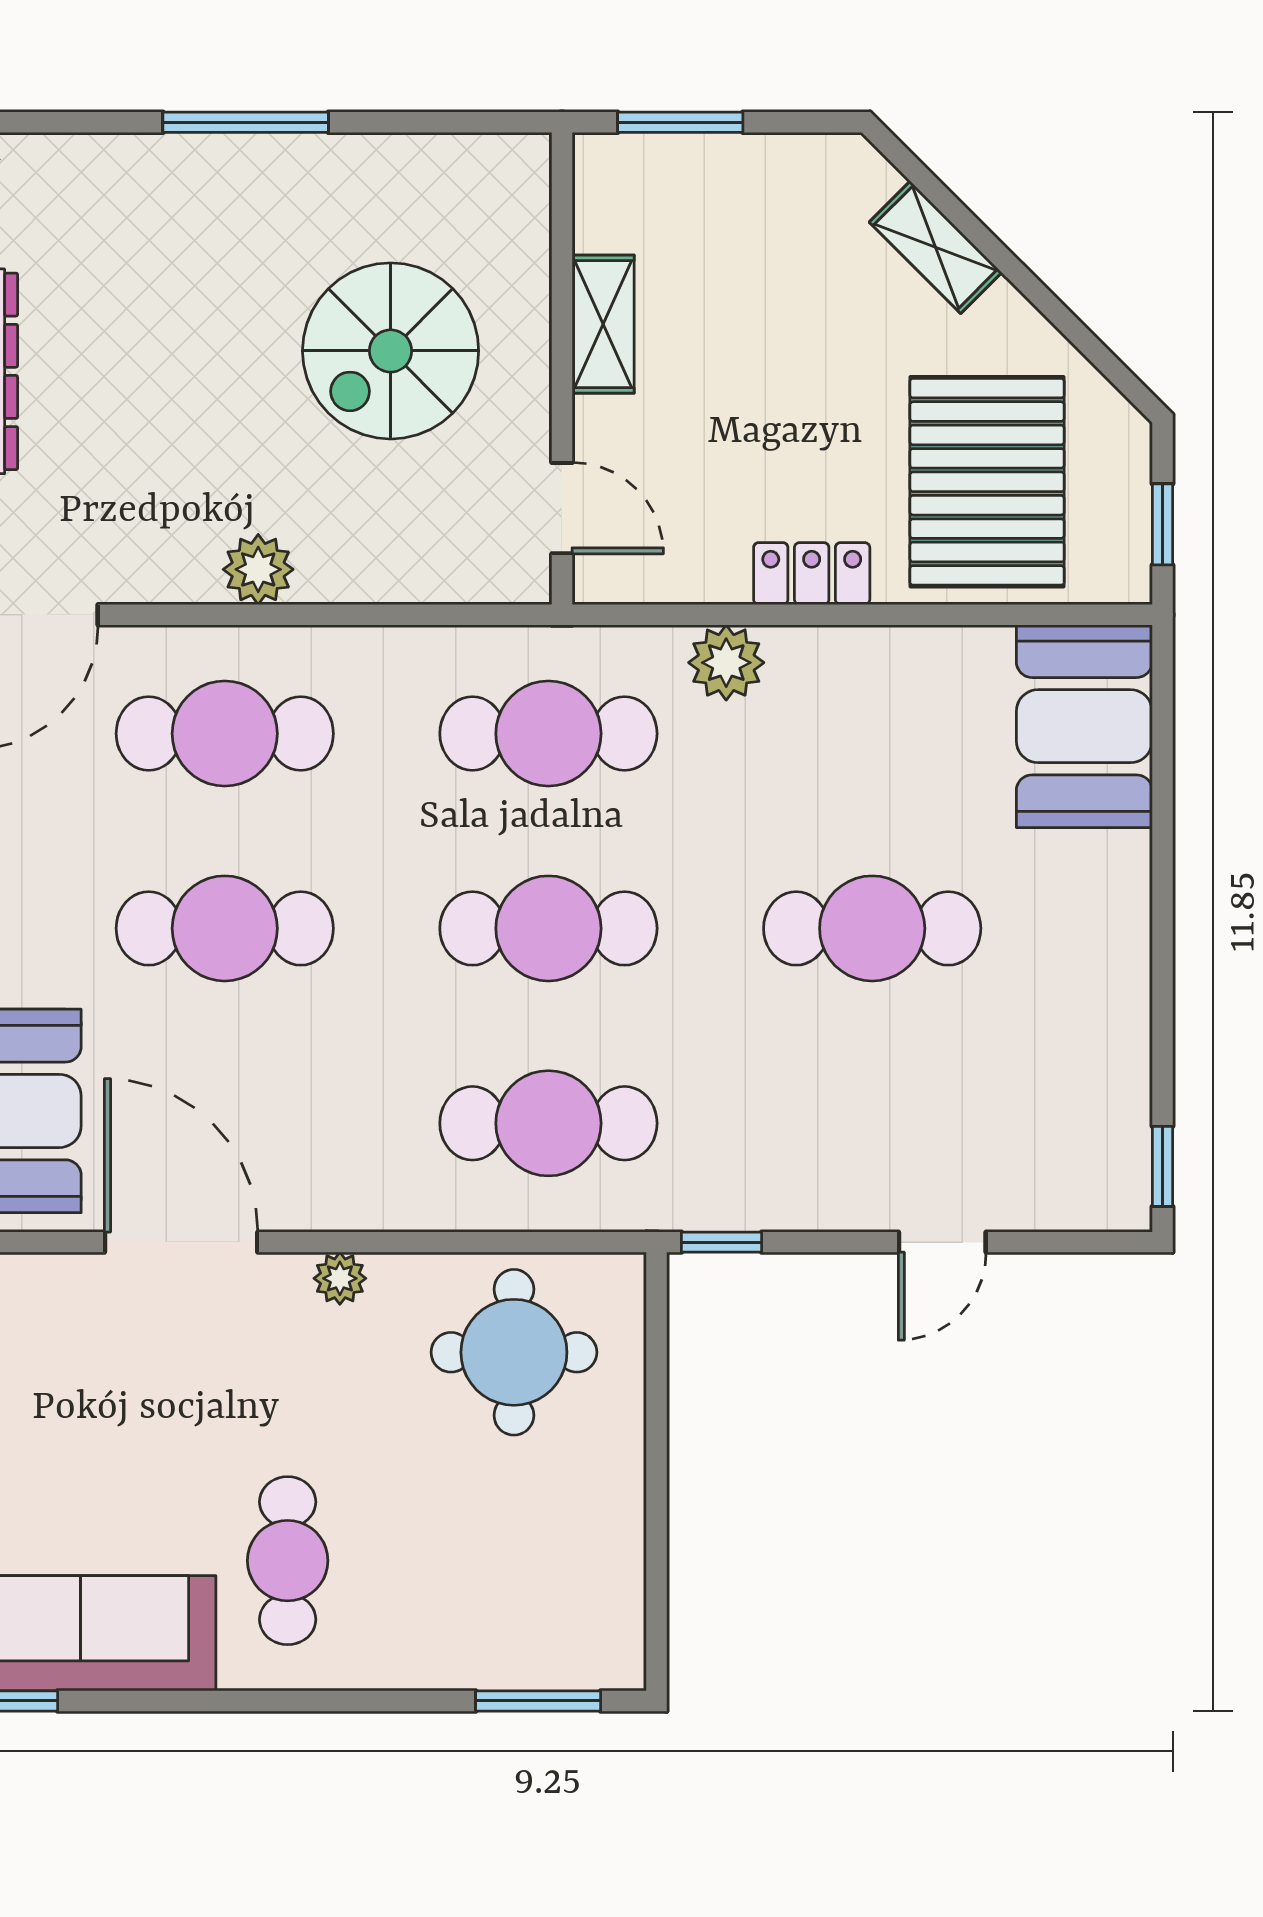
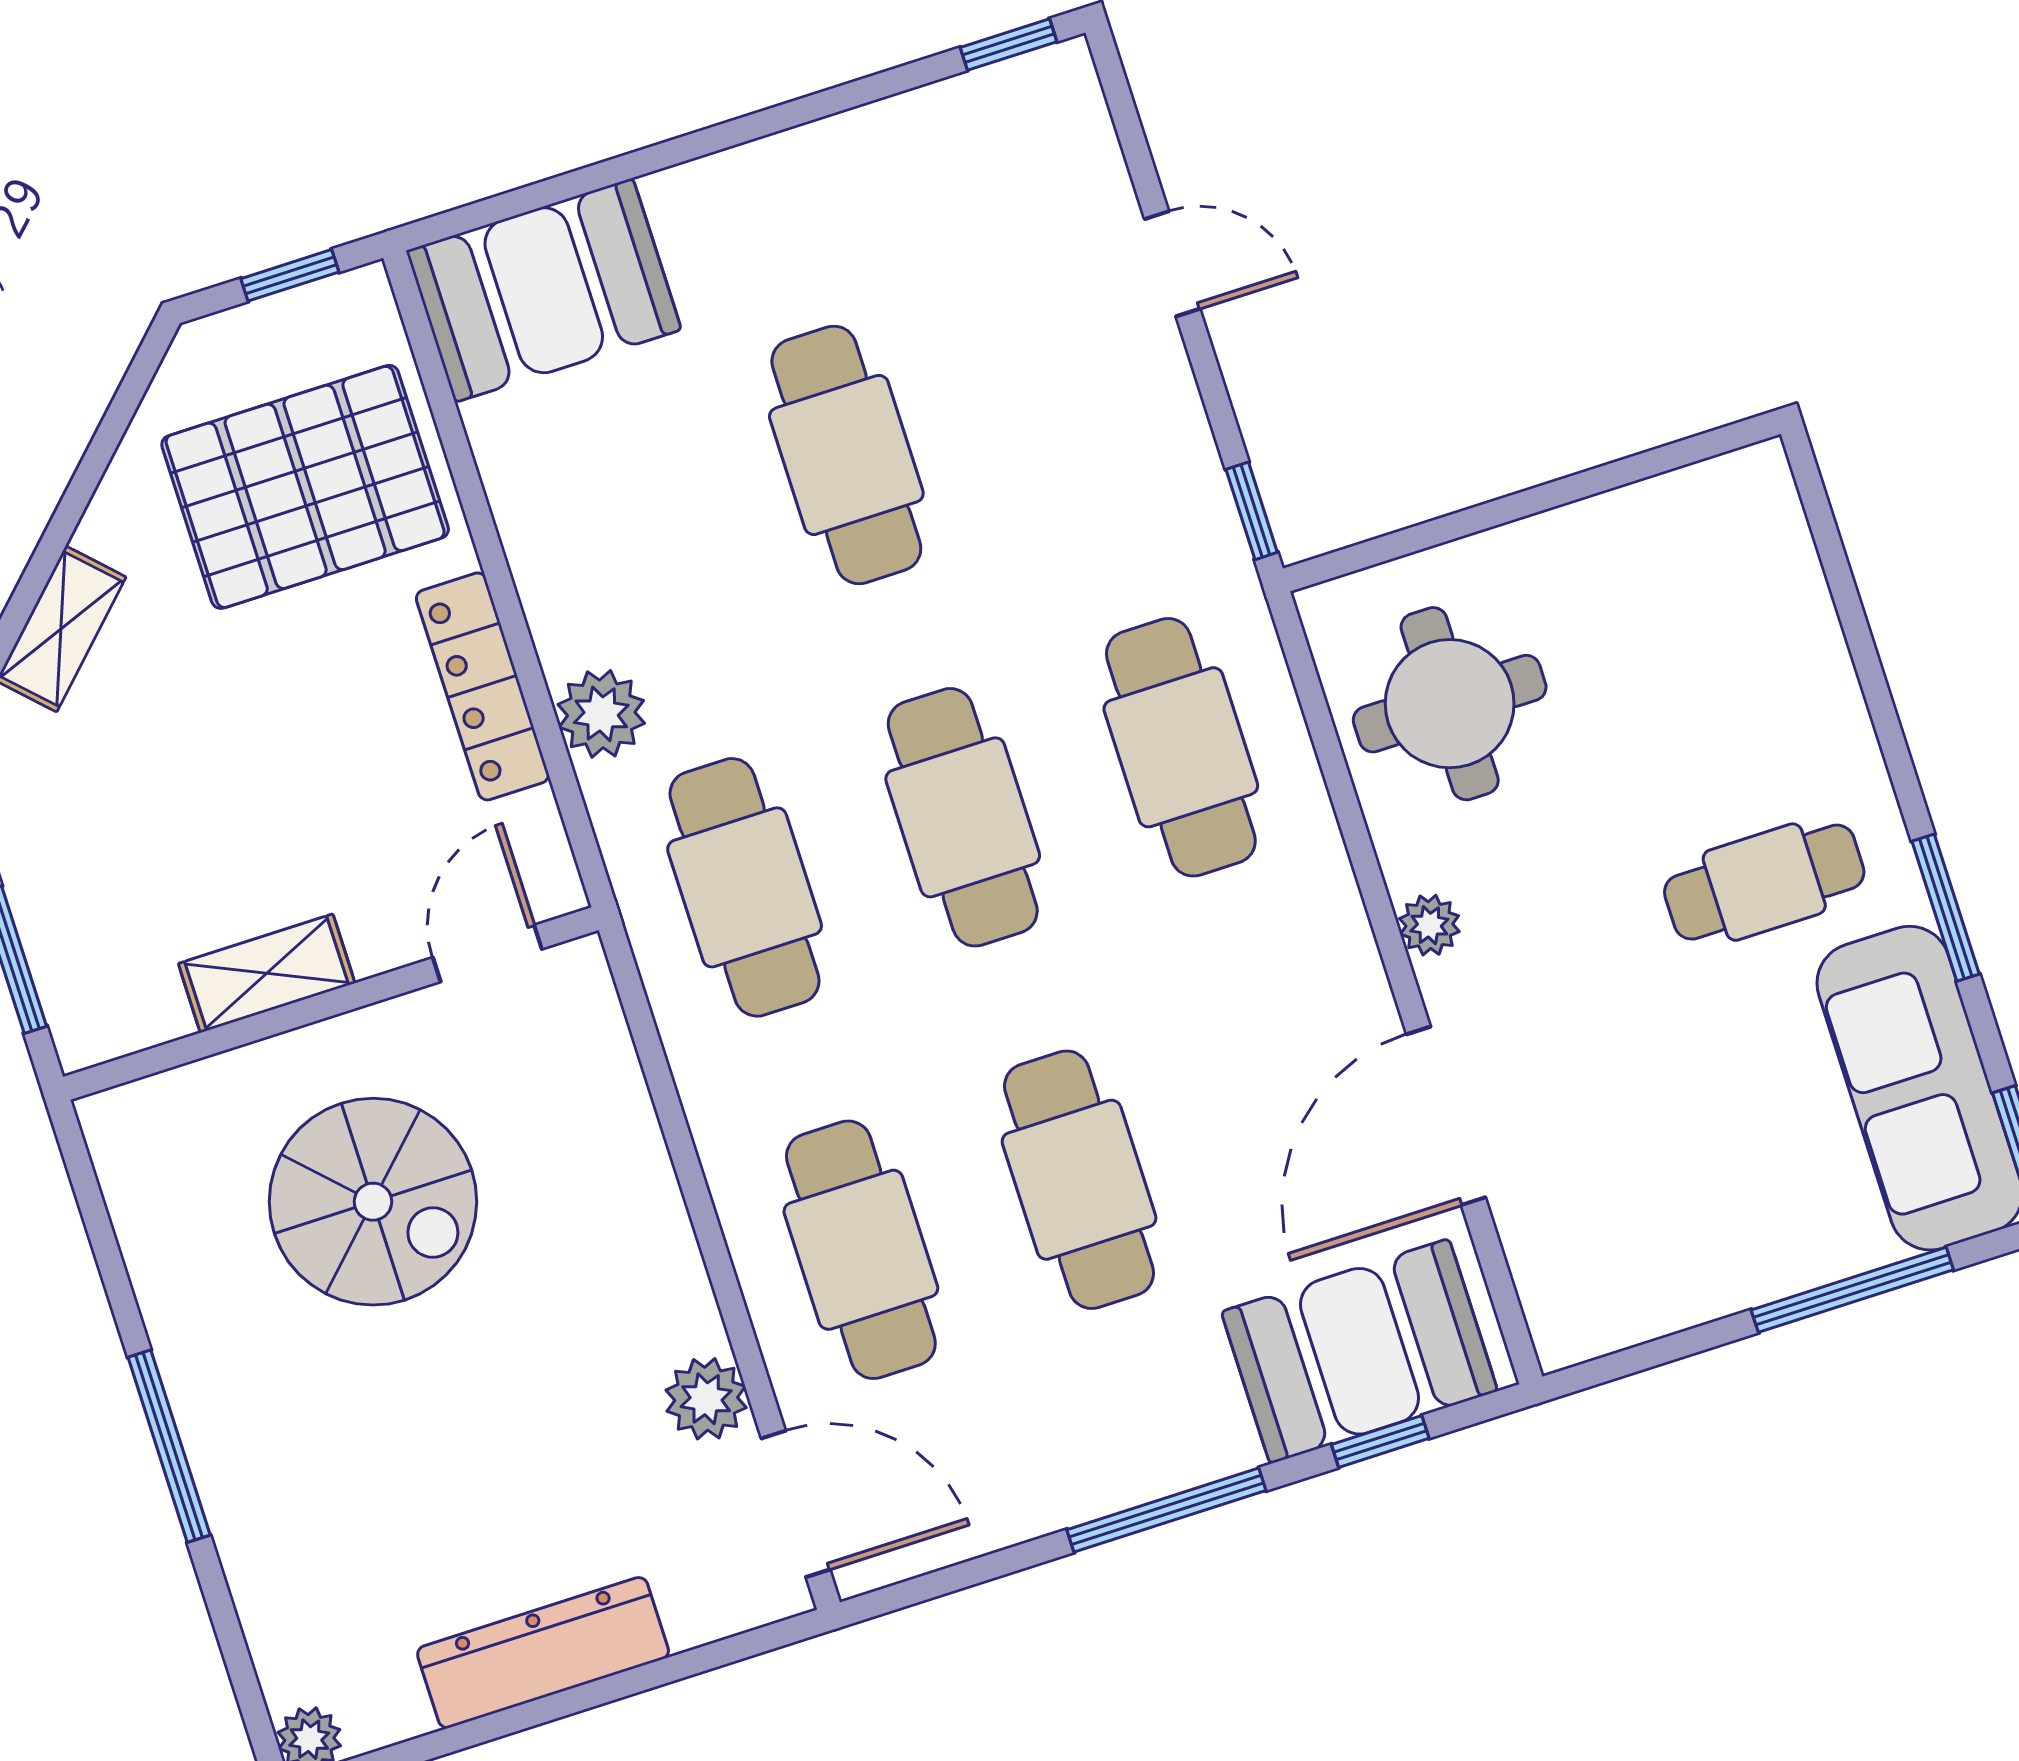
plant: (258, 569) -> (706, 1399), moved
locker: (812, 574) -> (482, 686), width x1.53
window: (538, 1701) -> (1946, 908), moved

